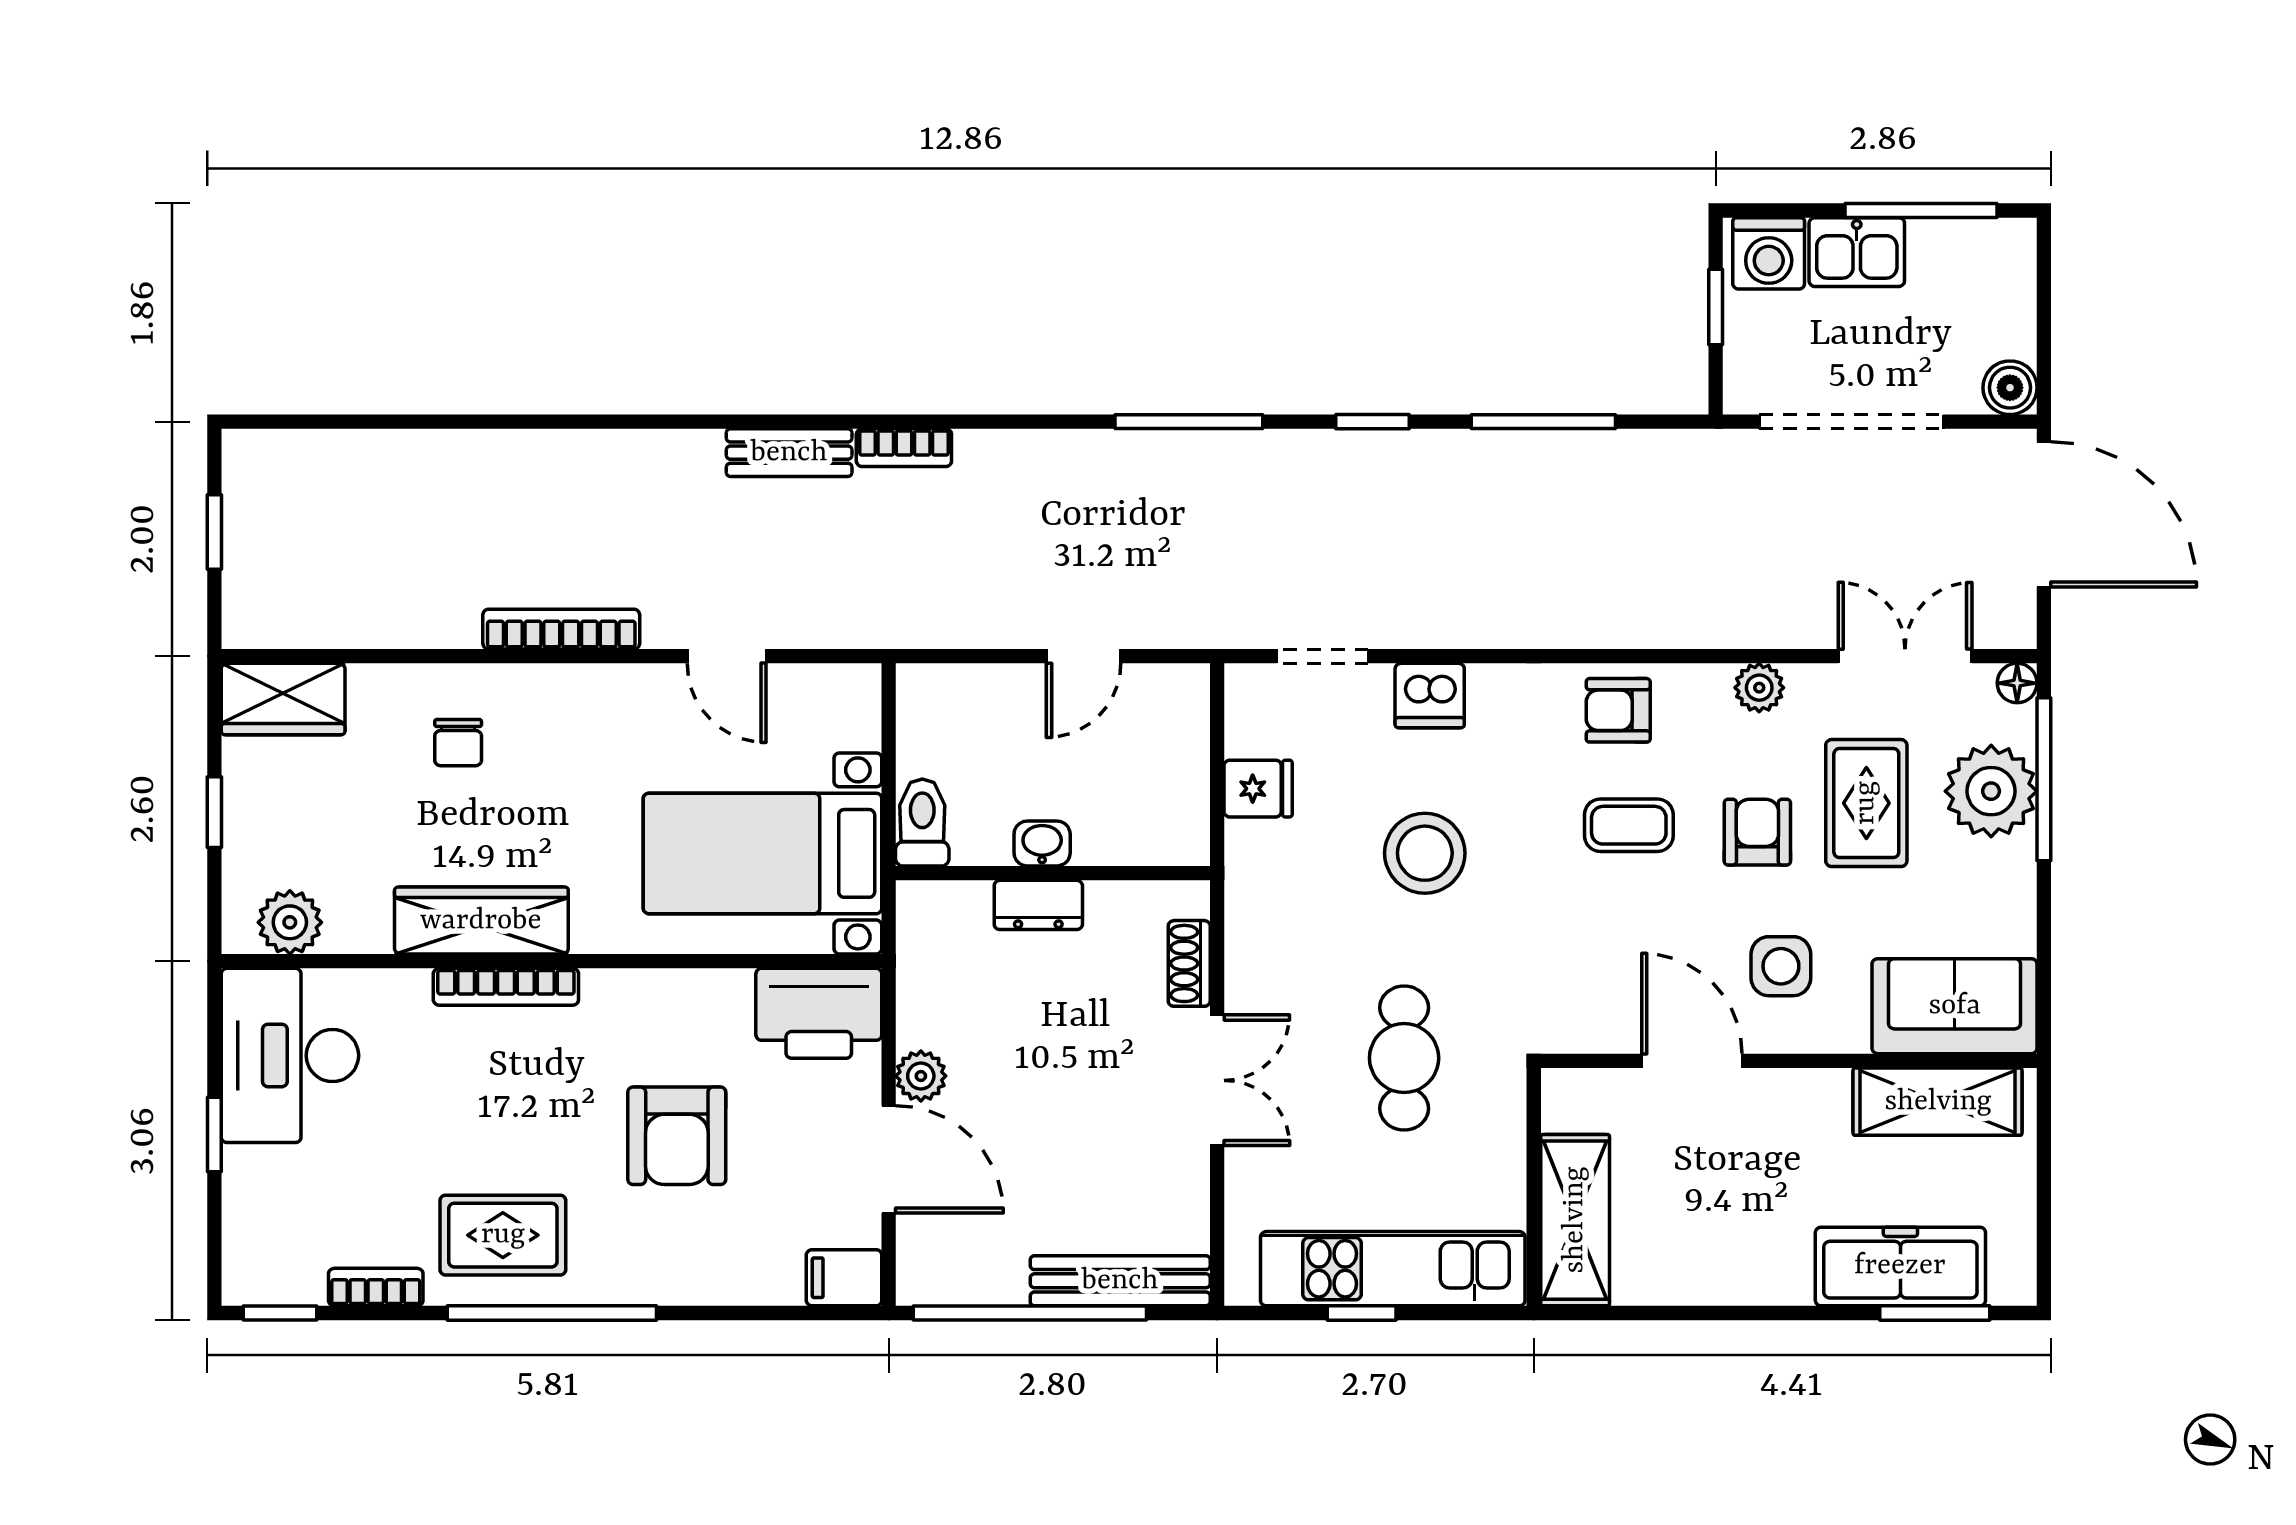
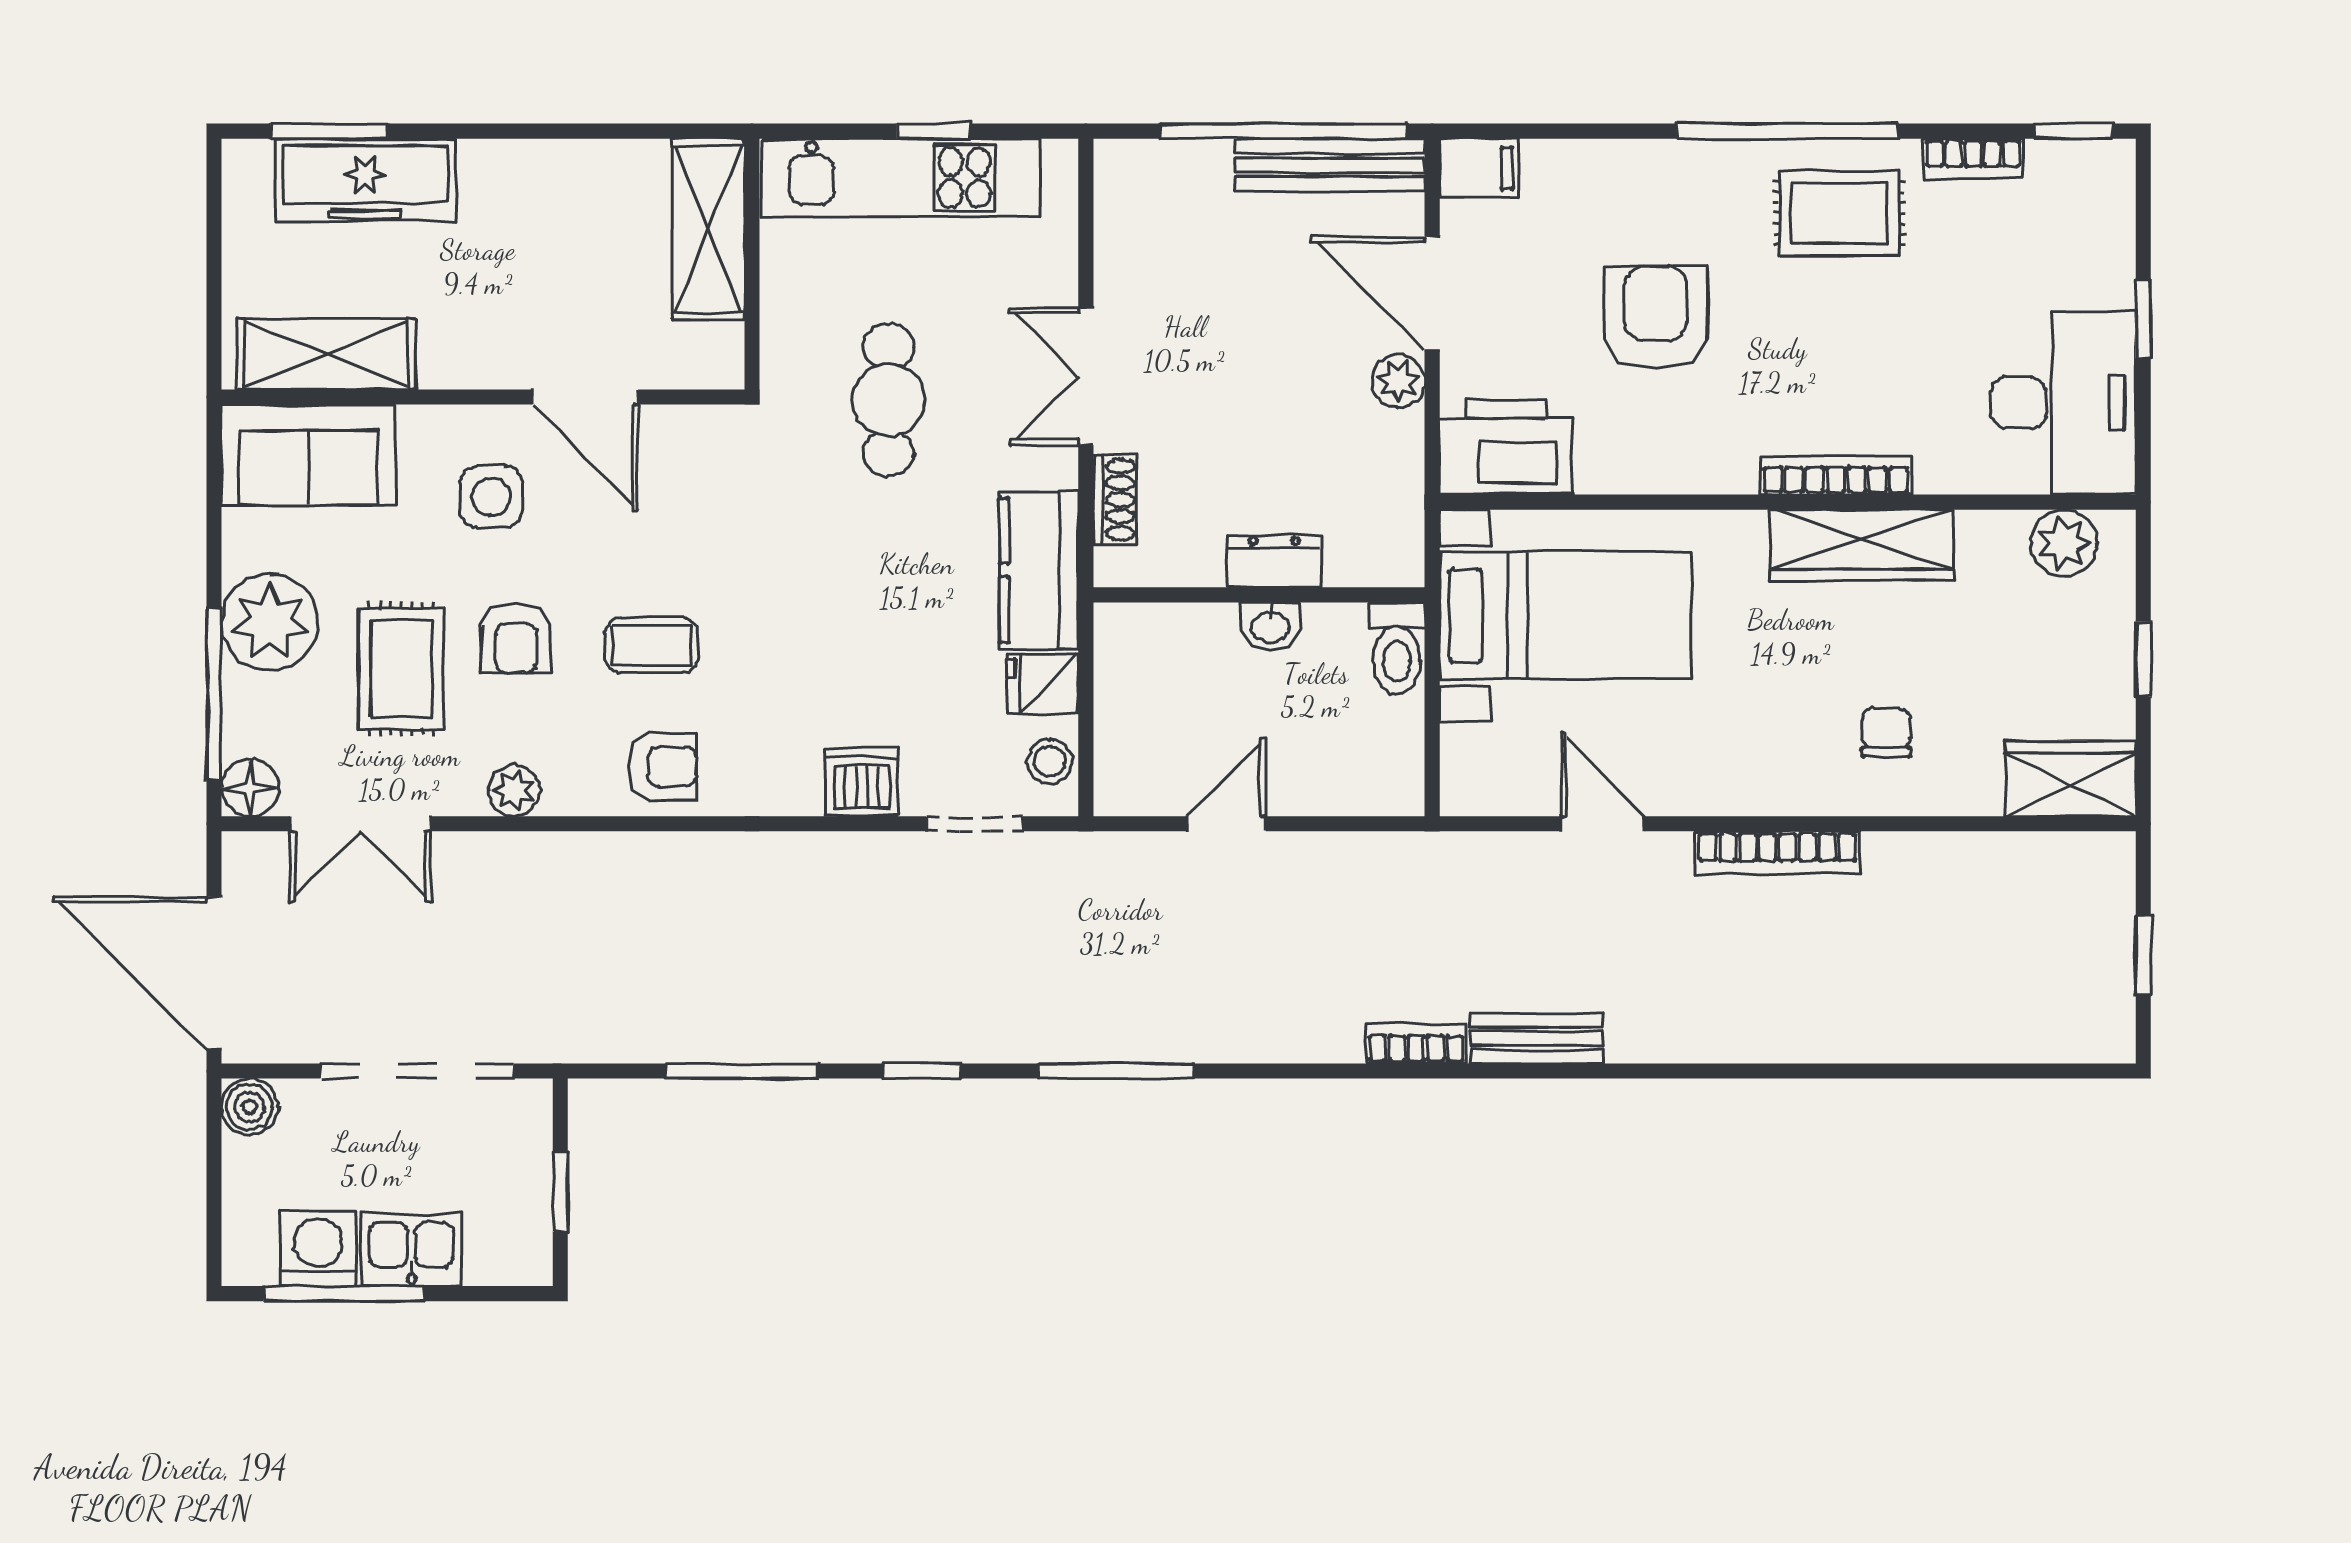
washing machine: (1769, 253) -> (318, 1248), moved
floor lamp: (2017, 683) -> (250, 788), width x1.37, depth x1.37
plant: (1991, 791) -> (270, 622), moved
stool: (1425, 853) -> (1049, 762), moved, width x0.53, depth x0.53
kitchen counter: (1262, 897) -> (1039, 570), added
bench: (1120, 1281) -> (1330, 165), moved

